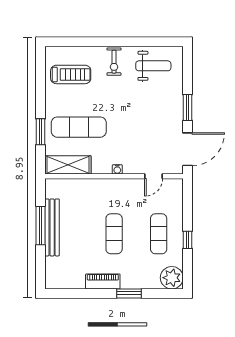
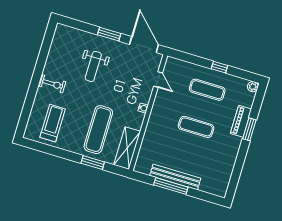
weight bench: (153, 66) -> (93, 66), moved, turned 180
plant: (172, 278) -> (253, 87), width x0.53, depth x0.53
piano: (103, 281) -> (241, 121), moved

